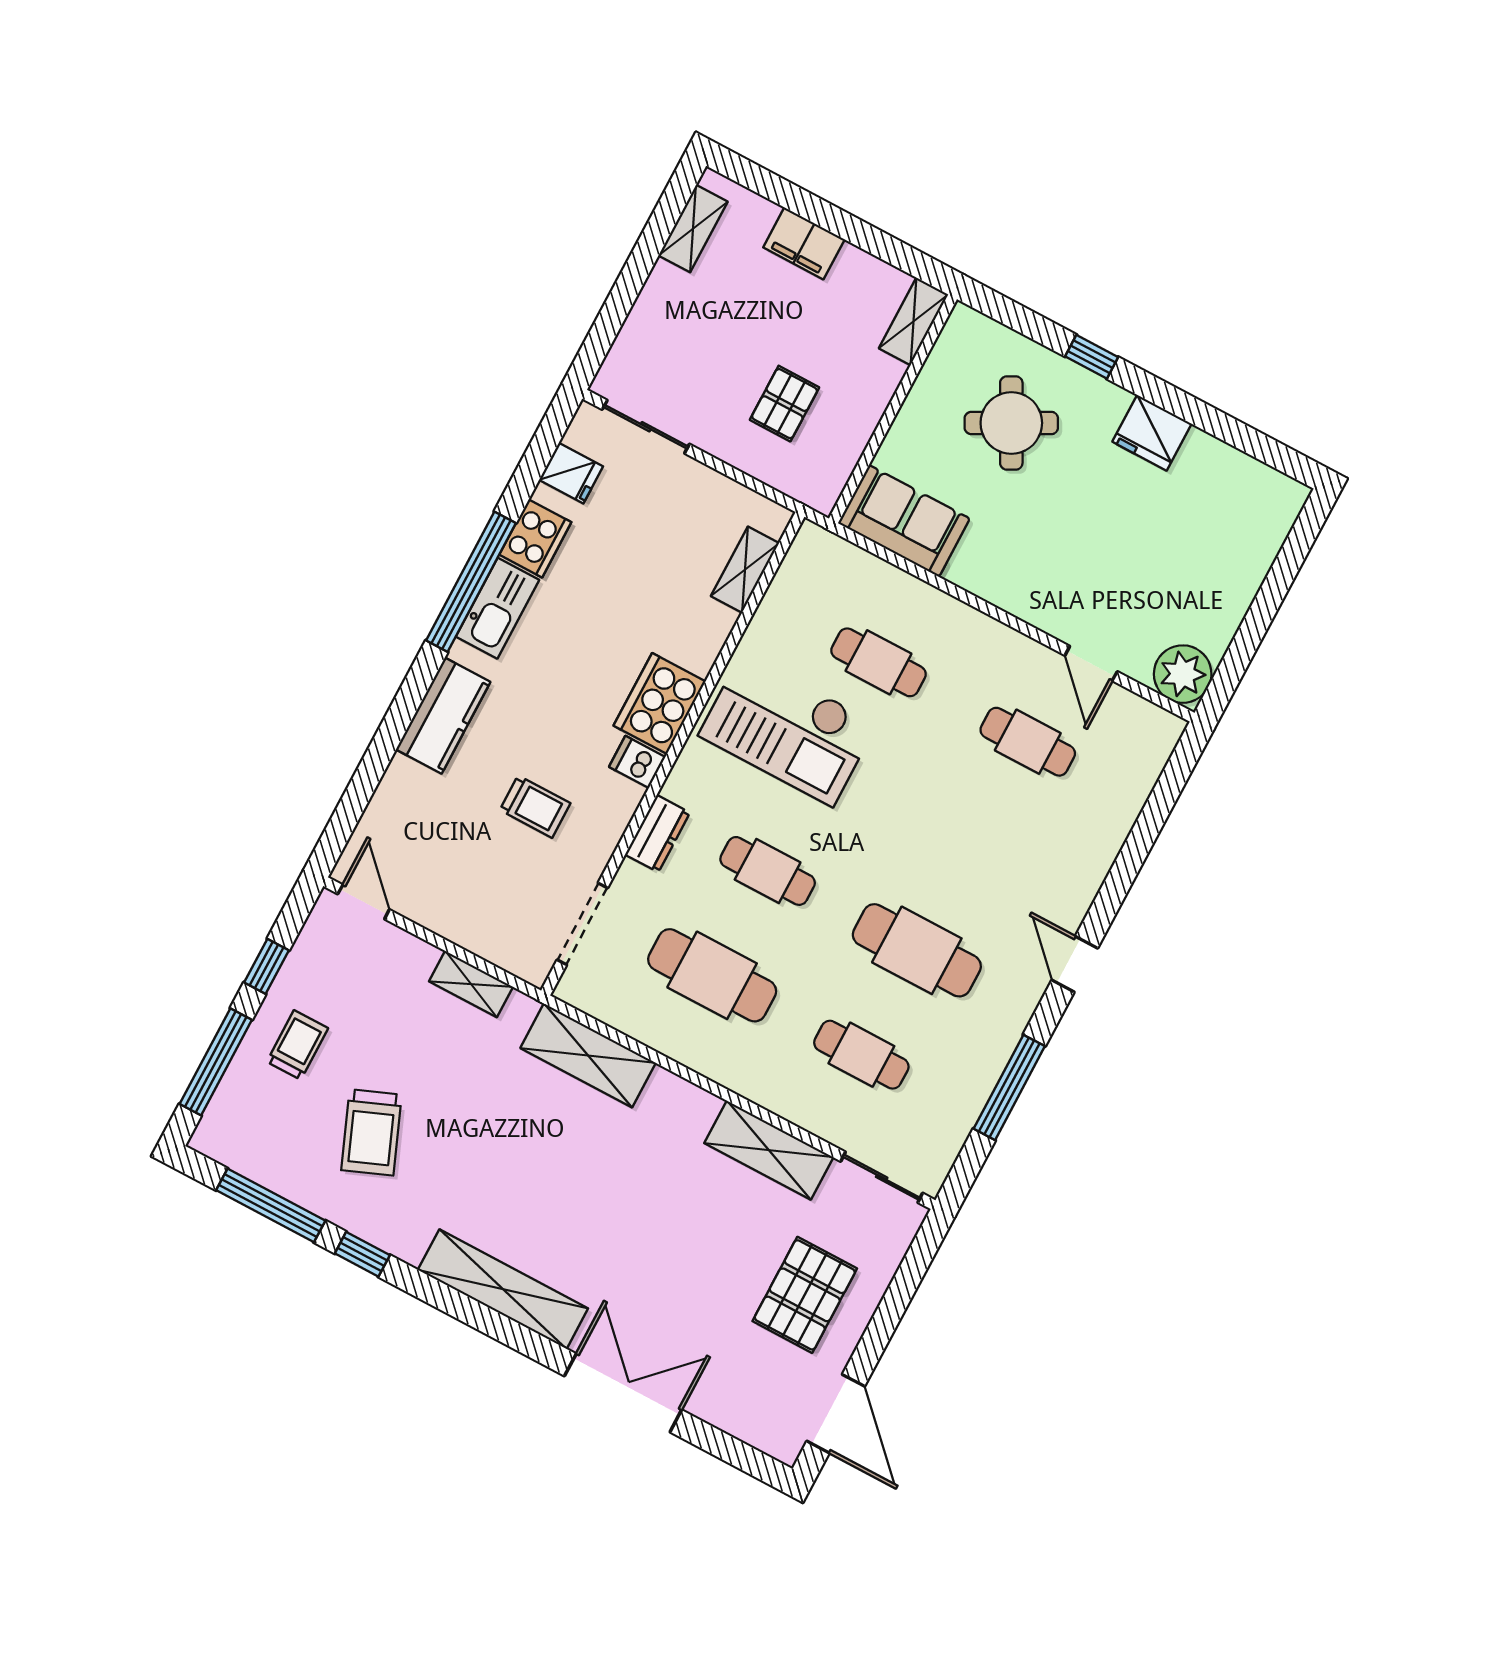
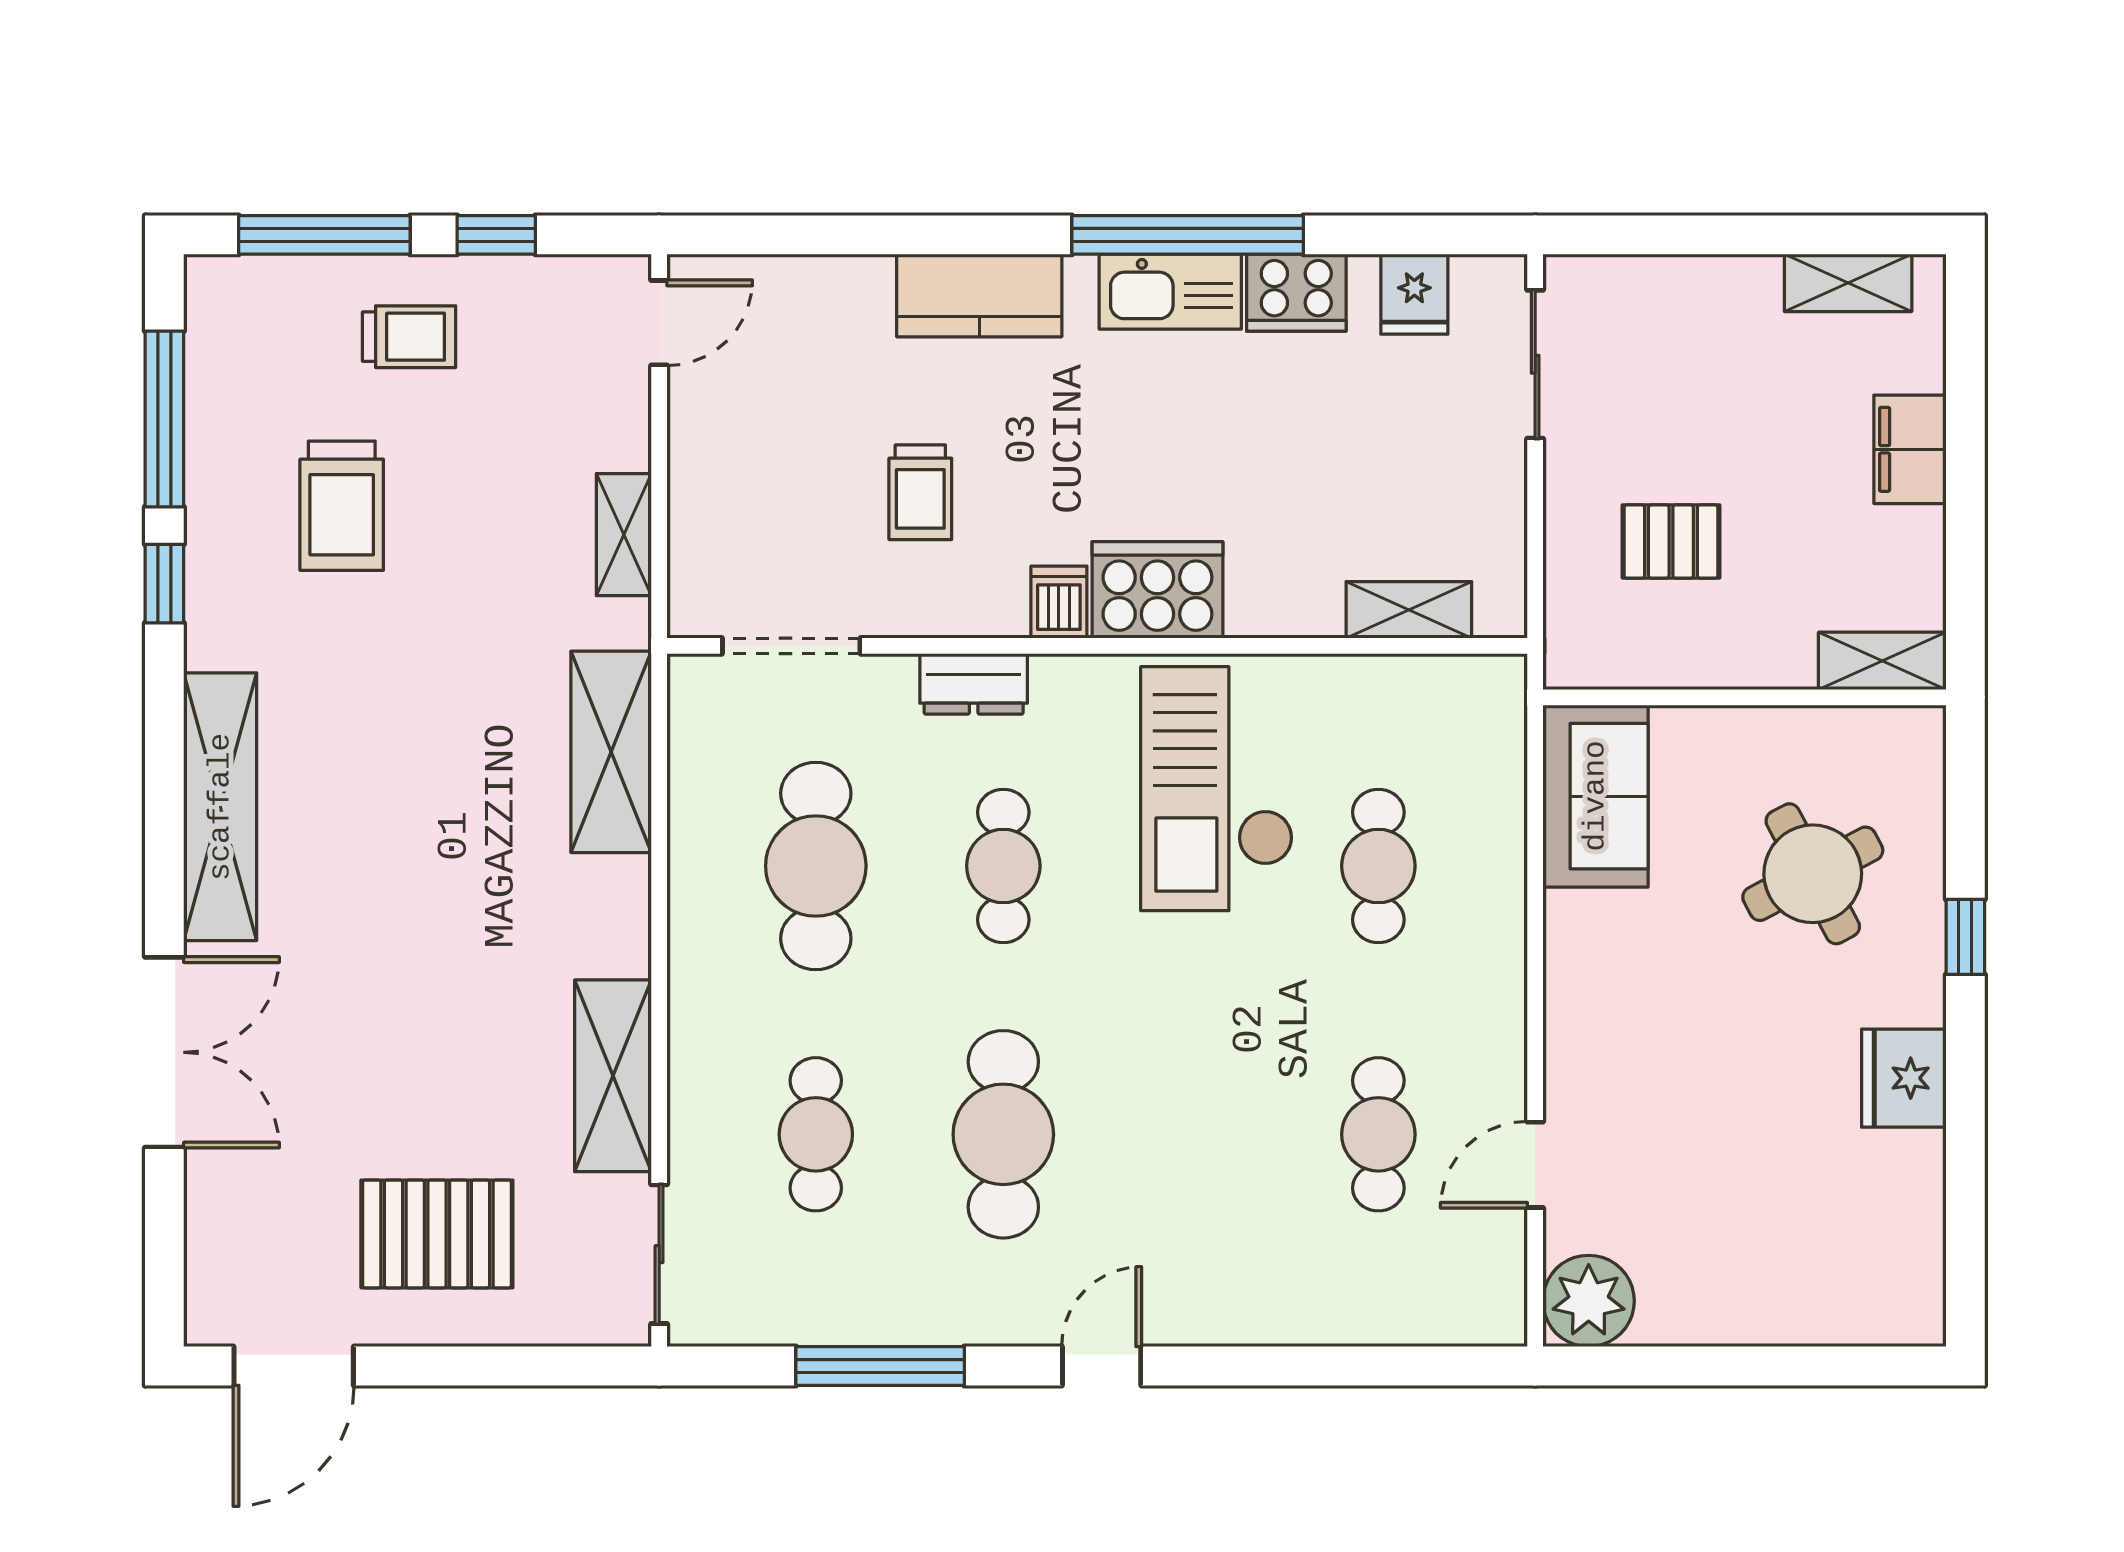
trolley: (371, 1132) -> (342, 506), turned -68

